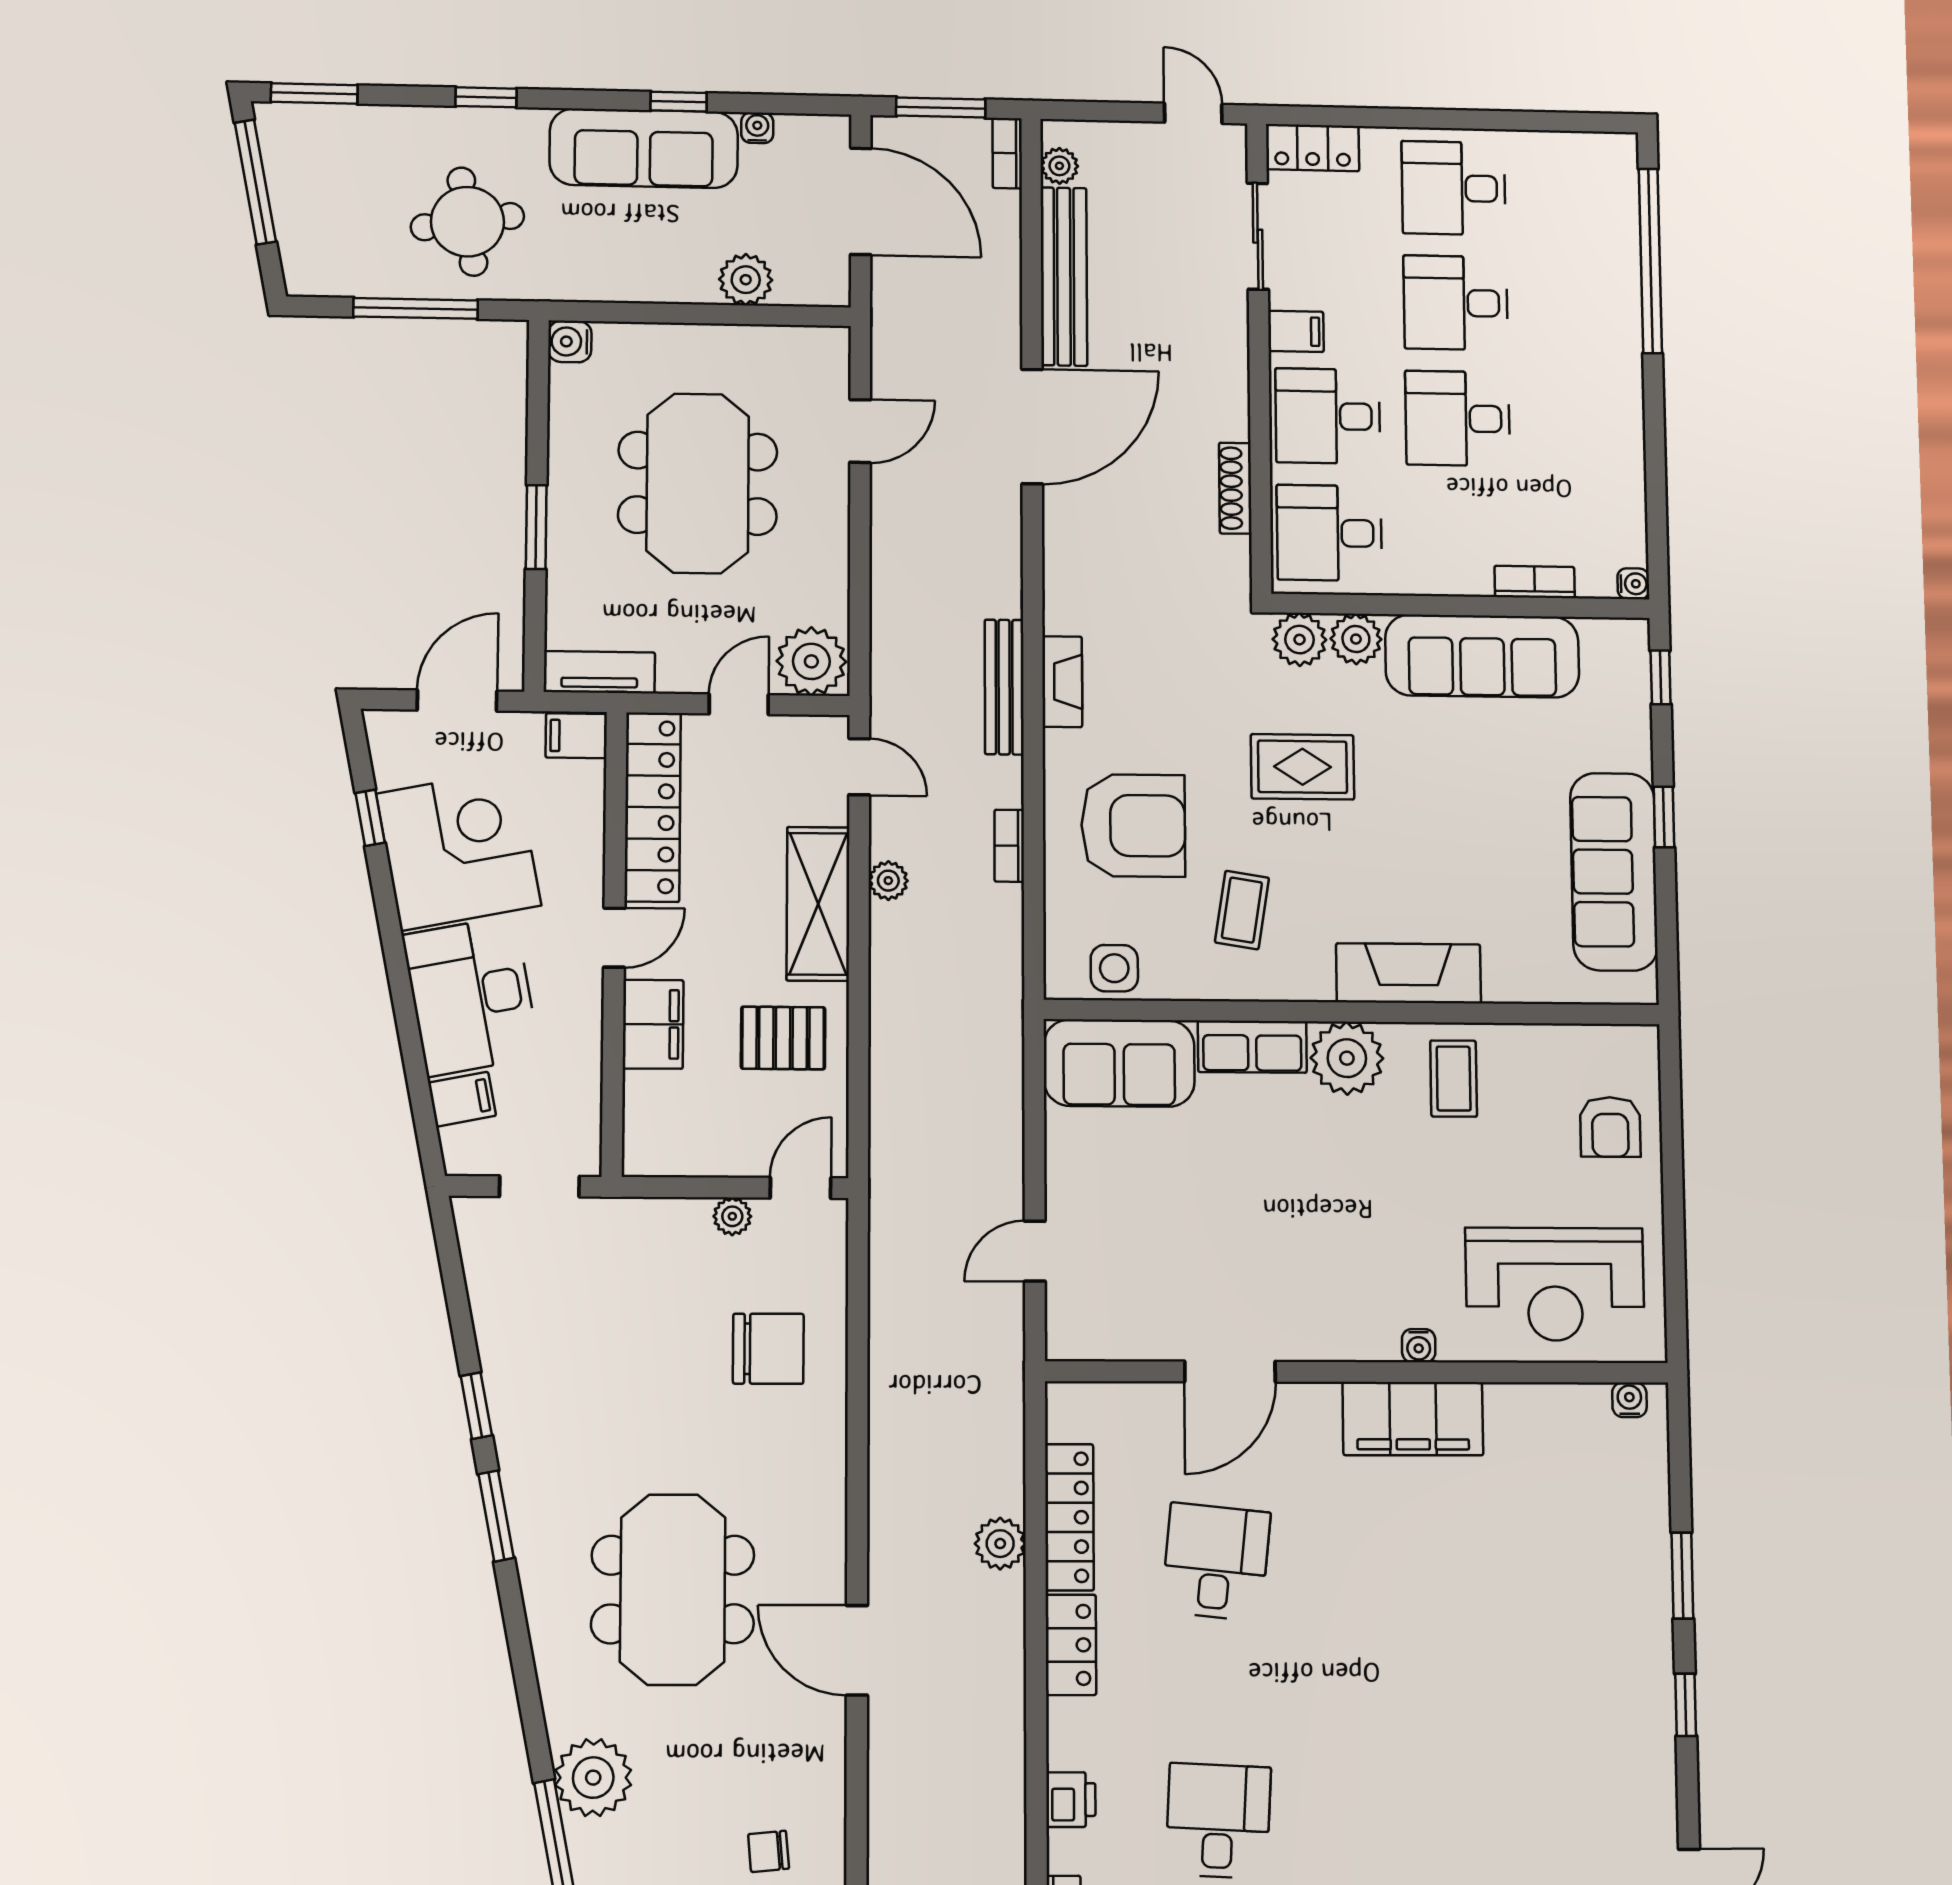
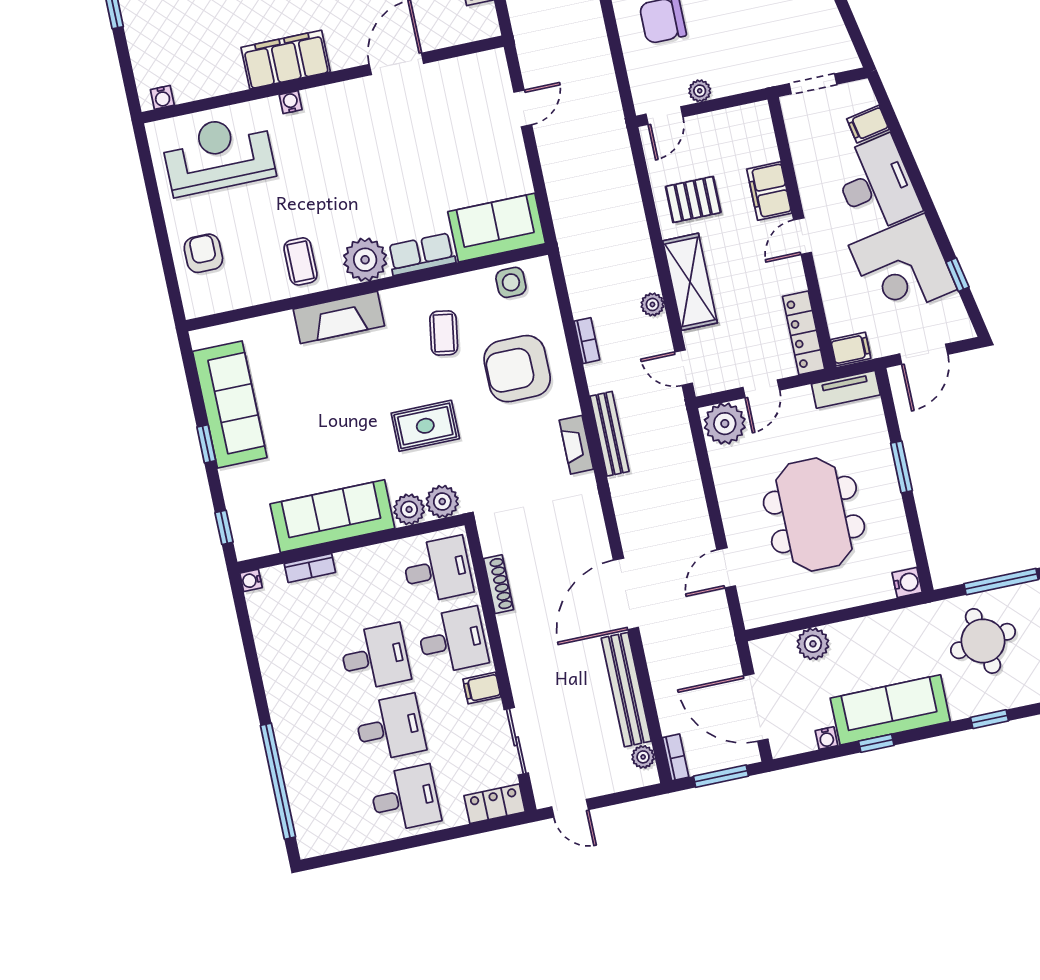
locker: (653, 807) -> (804, 333), width x0.71, depth x0.83

